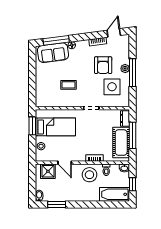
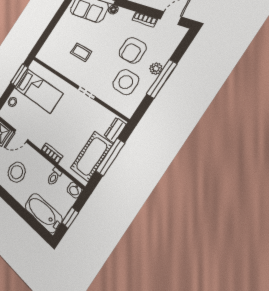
door: (65, 163) -> (21, 136), hinge flipped
stool: (89, 175) -> (17, 172), moved

